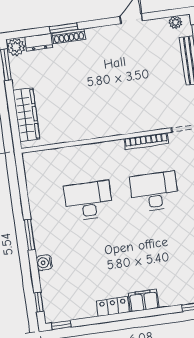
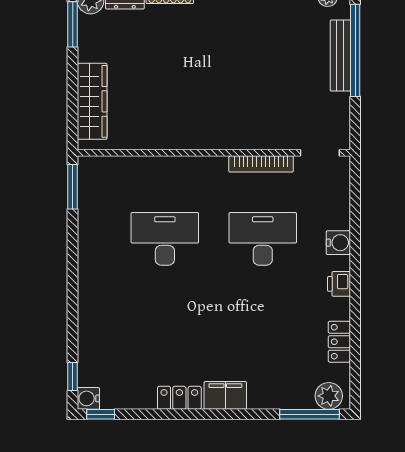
window: (30, 235) -> (73, 187), moved
water cooler: (44, 263) -> (88, 398), moved

